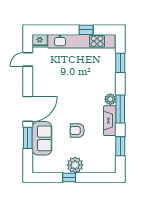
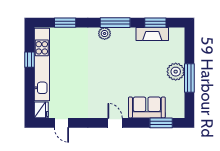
door: (28, 109) -> (115, 123), width x0.53
fireplace: (110, 121) -> (152, 34), moved
armchair: (77, 130) -> (138, 69), removed
window: (28, 138) -> (161, 123), moved
window: (69, 178) -> (189, 78), width x2.17

